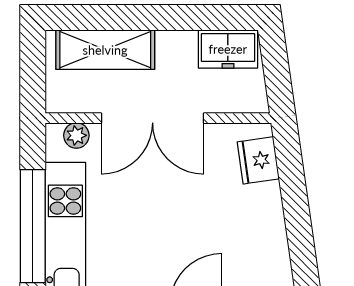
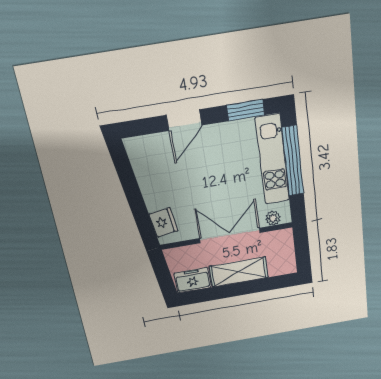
shelving: (105, 50) -> (239, 272), moved

